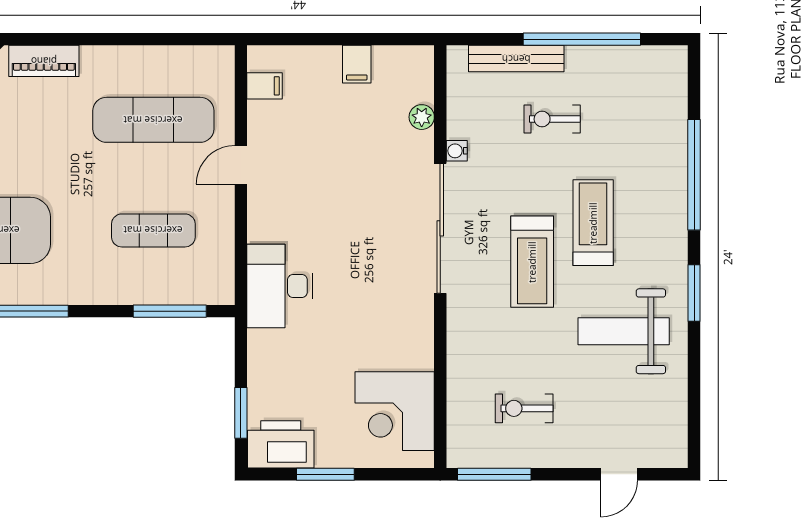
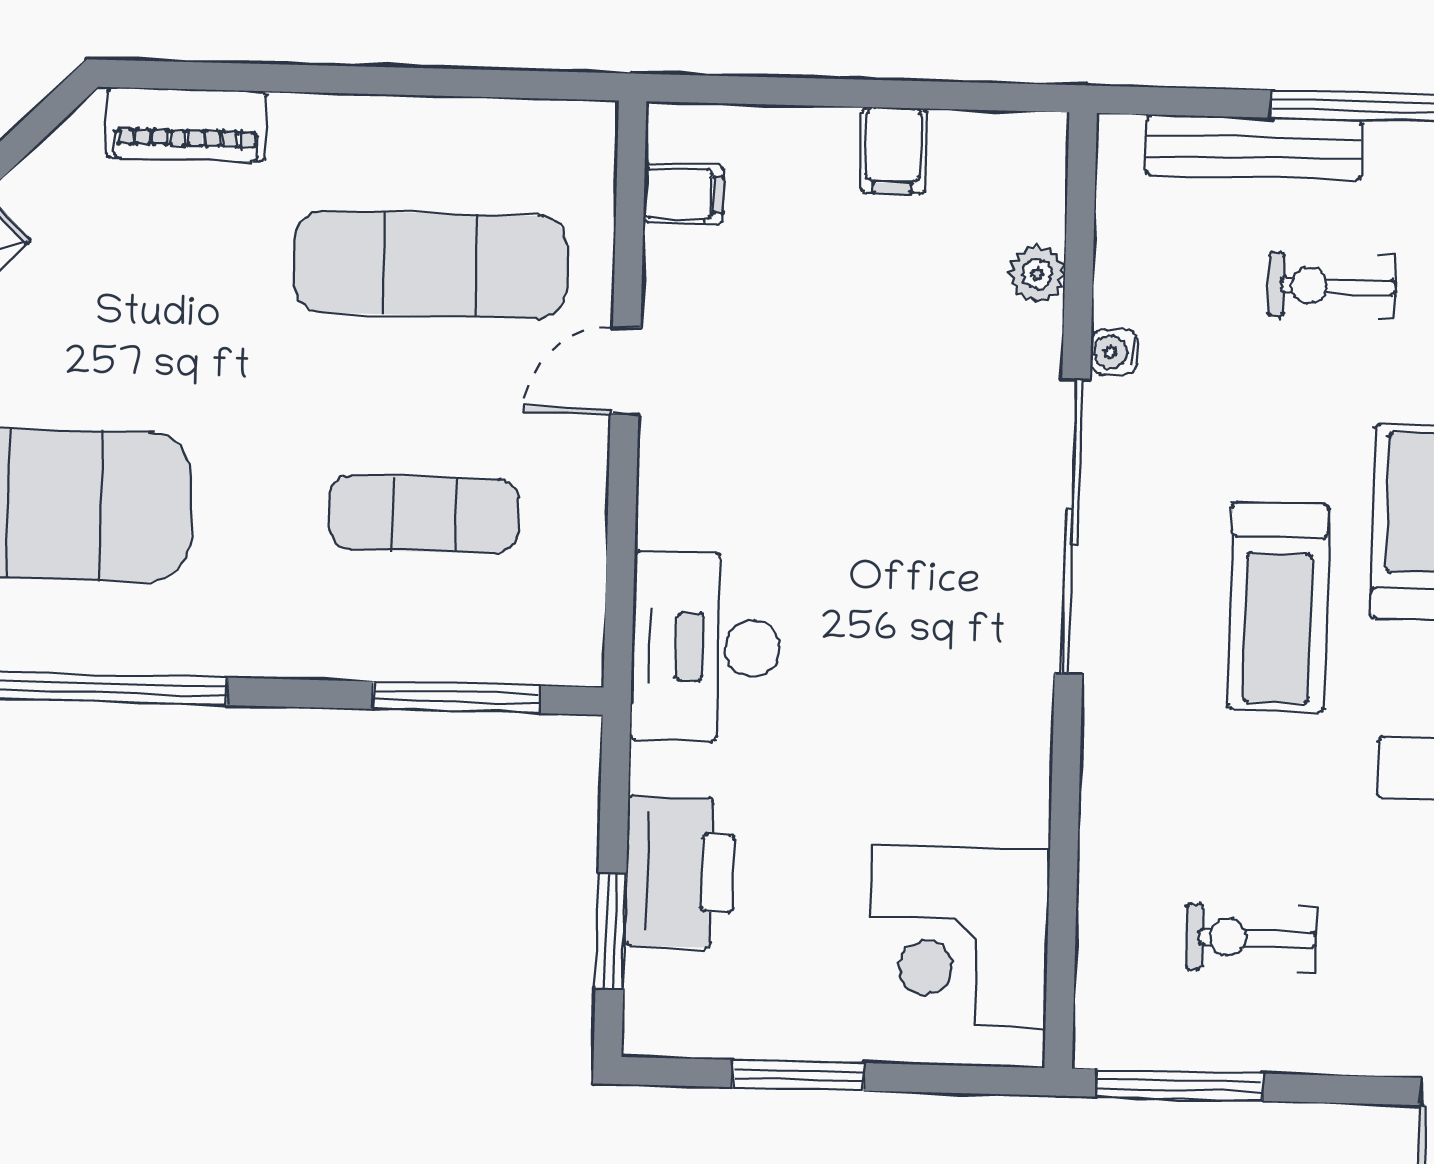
printer: (281, 444) -> (680, 872), moved, turned 90

